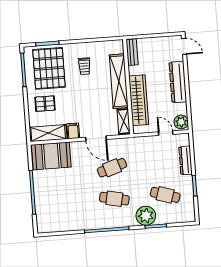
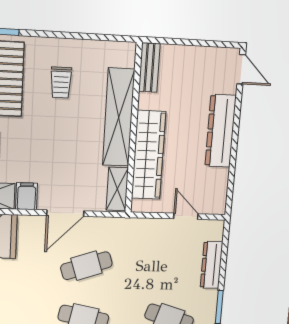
plant: (181, 122) -> (215, 200), removed
door: (96, 138) -> (65, 213), hinge flipped

